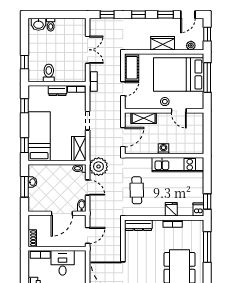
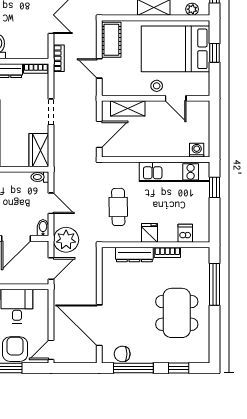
window: (207, 77) -> (214, 53), width x0.46
door: (123, 89) -> (99, 68), swing flipped
washing machine: (163, 149) -> (197, 150), moved
plant: (99, 167) -> (66, 240), moved
window: (207, 202) -> (214, 187), moved
fridge: (171, 209) -> (150, 233), moved
dishwasher: (198, 210) -> (185, 233), moved
dresser: (138, 225) -> (134, 255), moved

